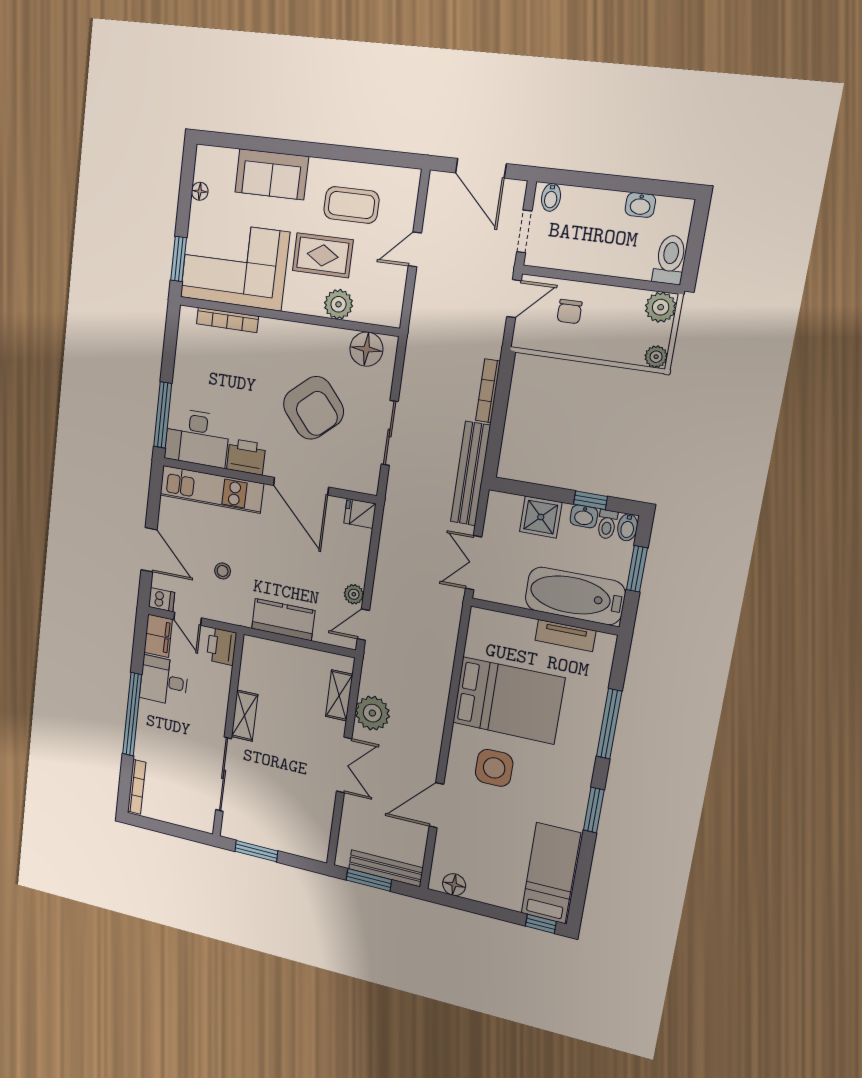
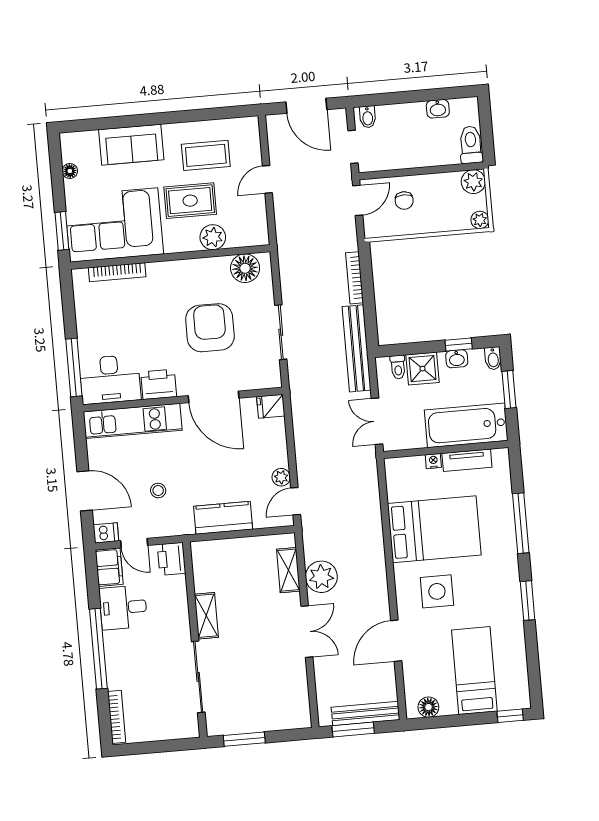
armchair: (313, 408) -> (210, 328), turned -139
toilet: (607, 524) -> (398, 367), moved
nightstand: (526, 625) -> (433, 461), added
bed: (551, 873) -> (474, 671), moved

